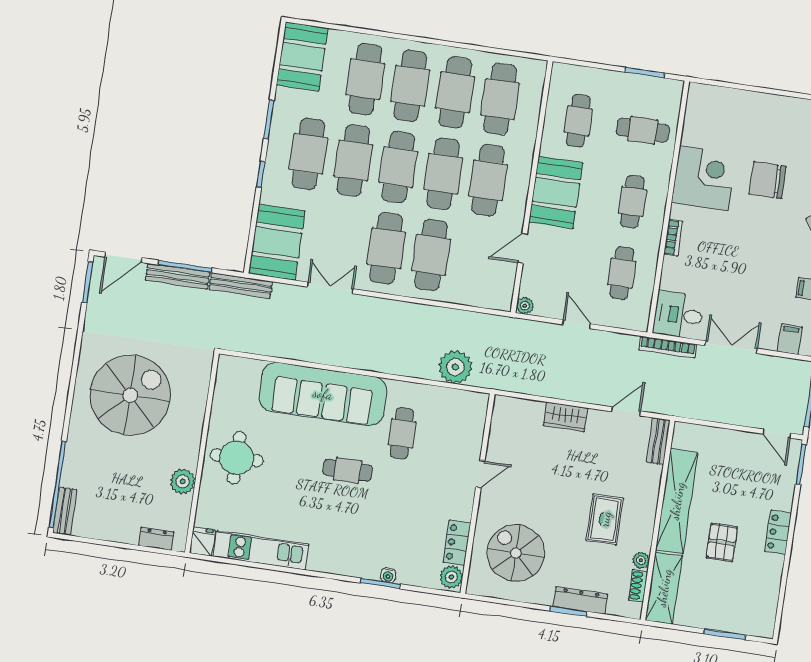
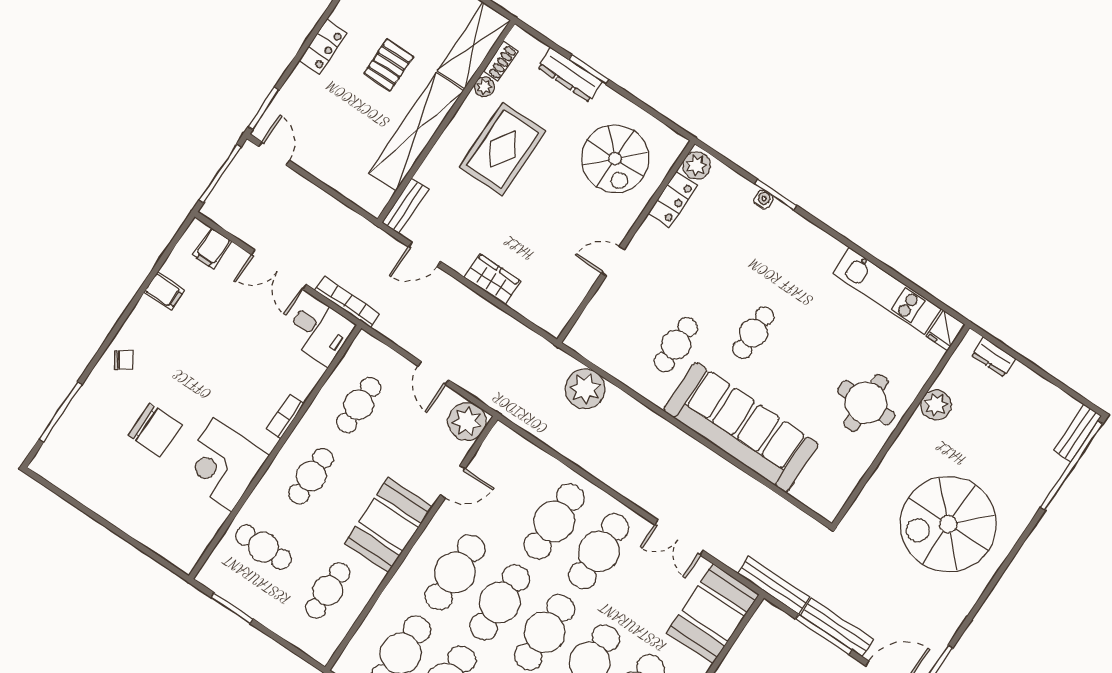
plant: (525, 306) -> (467, 421), width x1.87, depth x1.87
cafe table: (348, 470) -> (753, 333), turned 90
rug: (605, 519) -> (503, 149), width x1.36, depth x1.43

